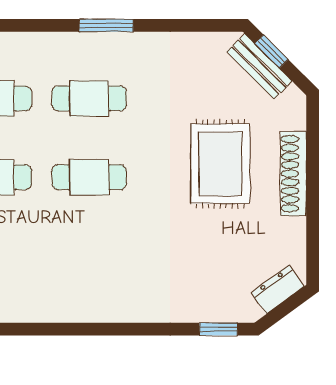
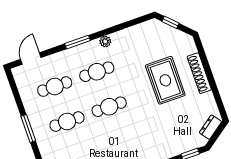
window: (106, 25) -> (77, 42), moved
plant: (127, 44) -> (105, 41), added
bench: (259, 66) -> (167, 31), removed

